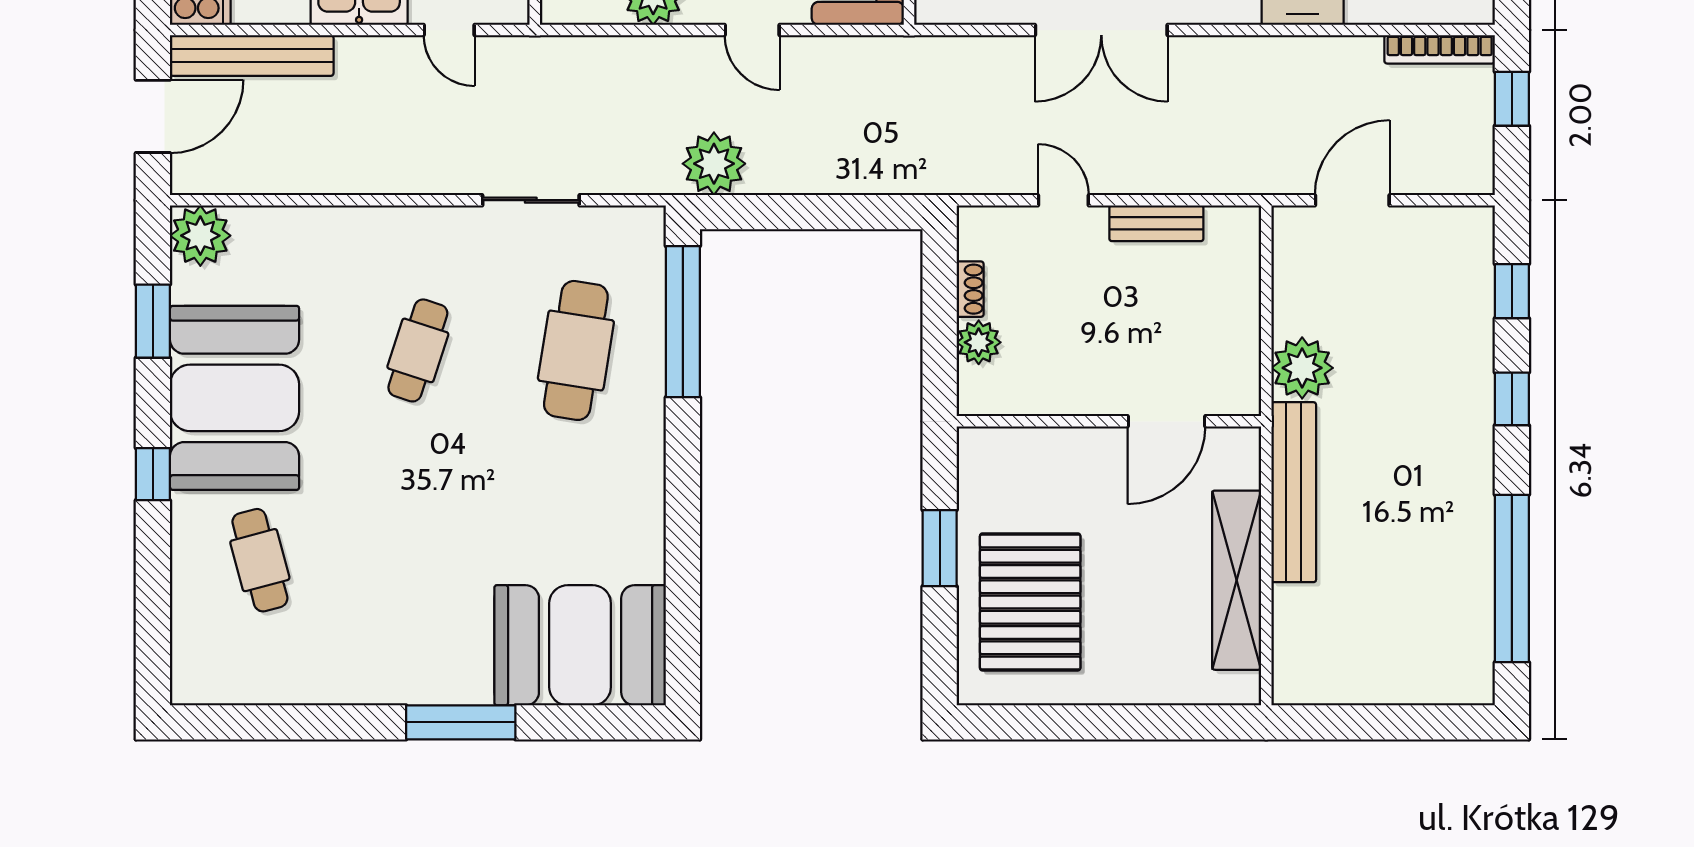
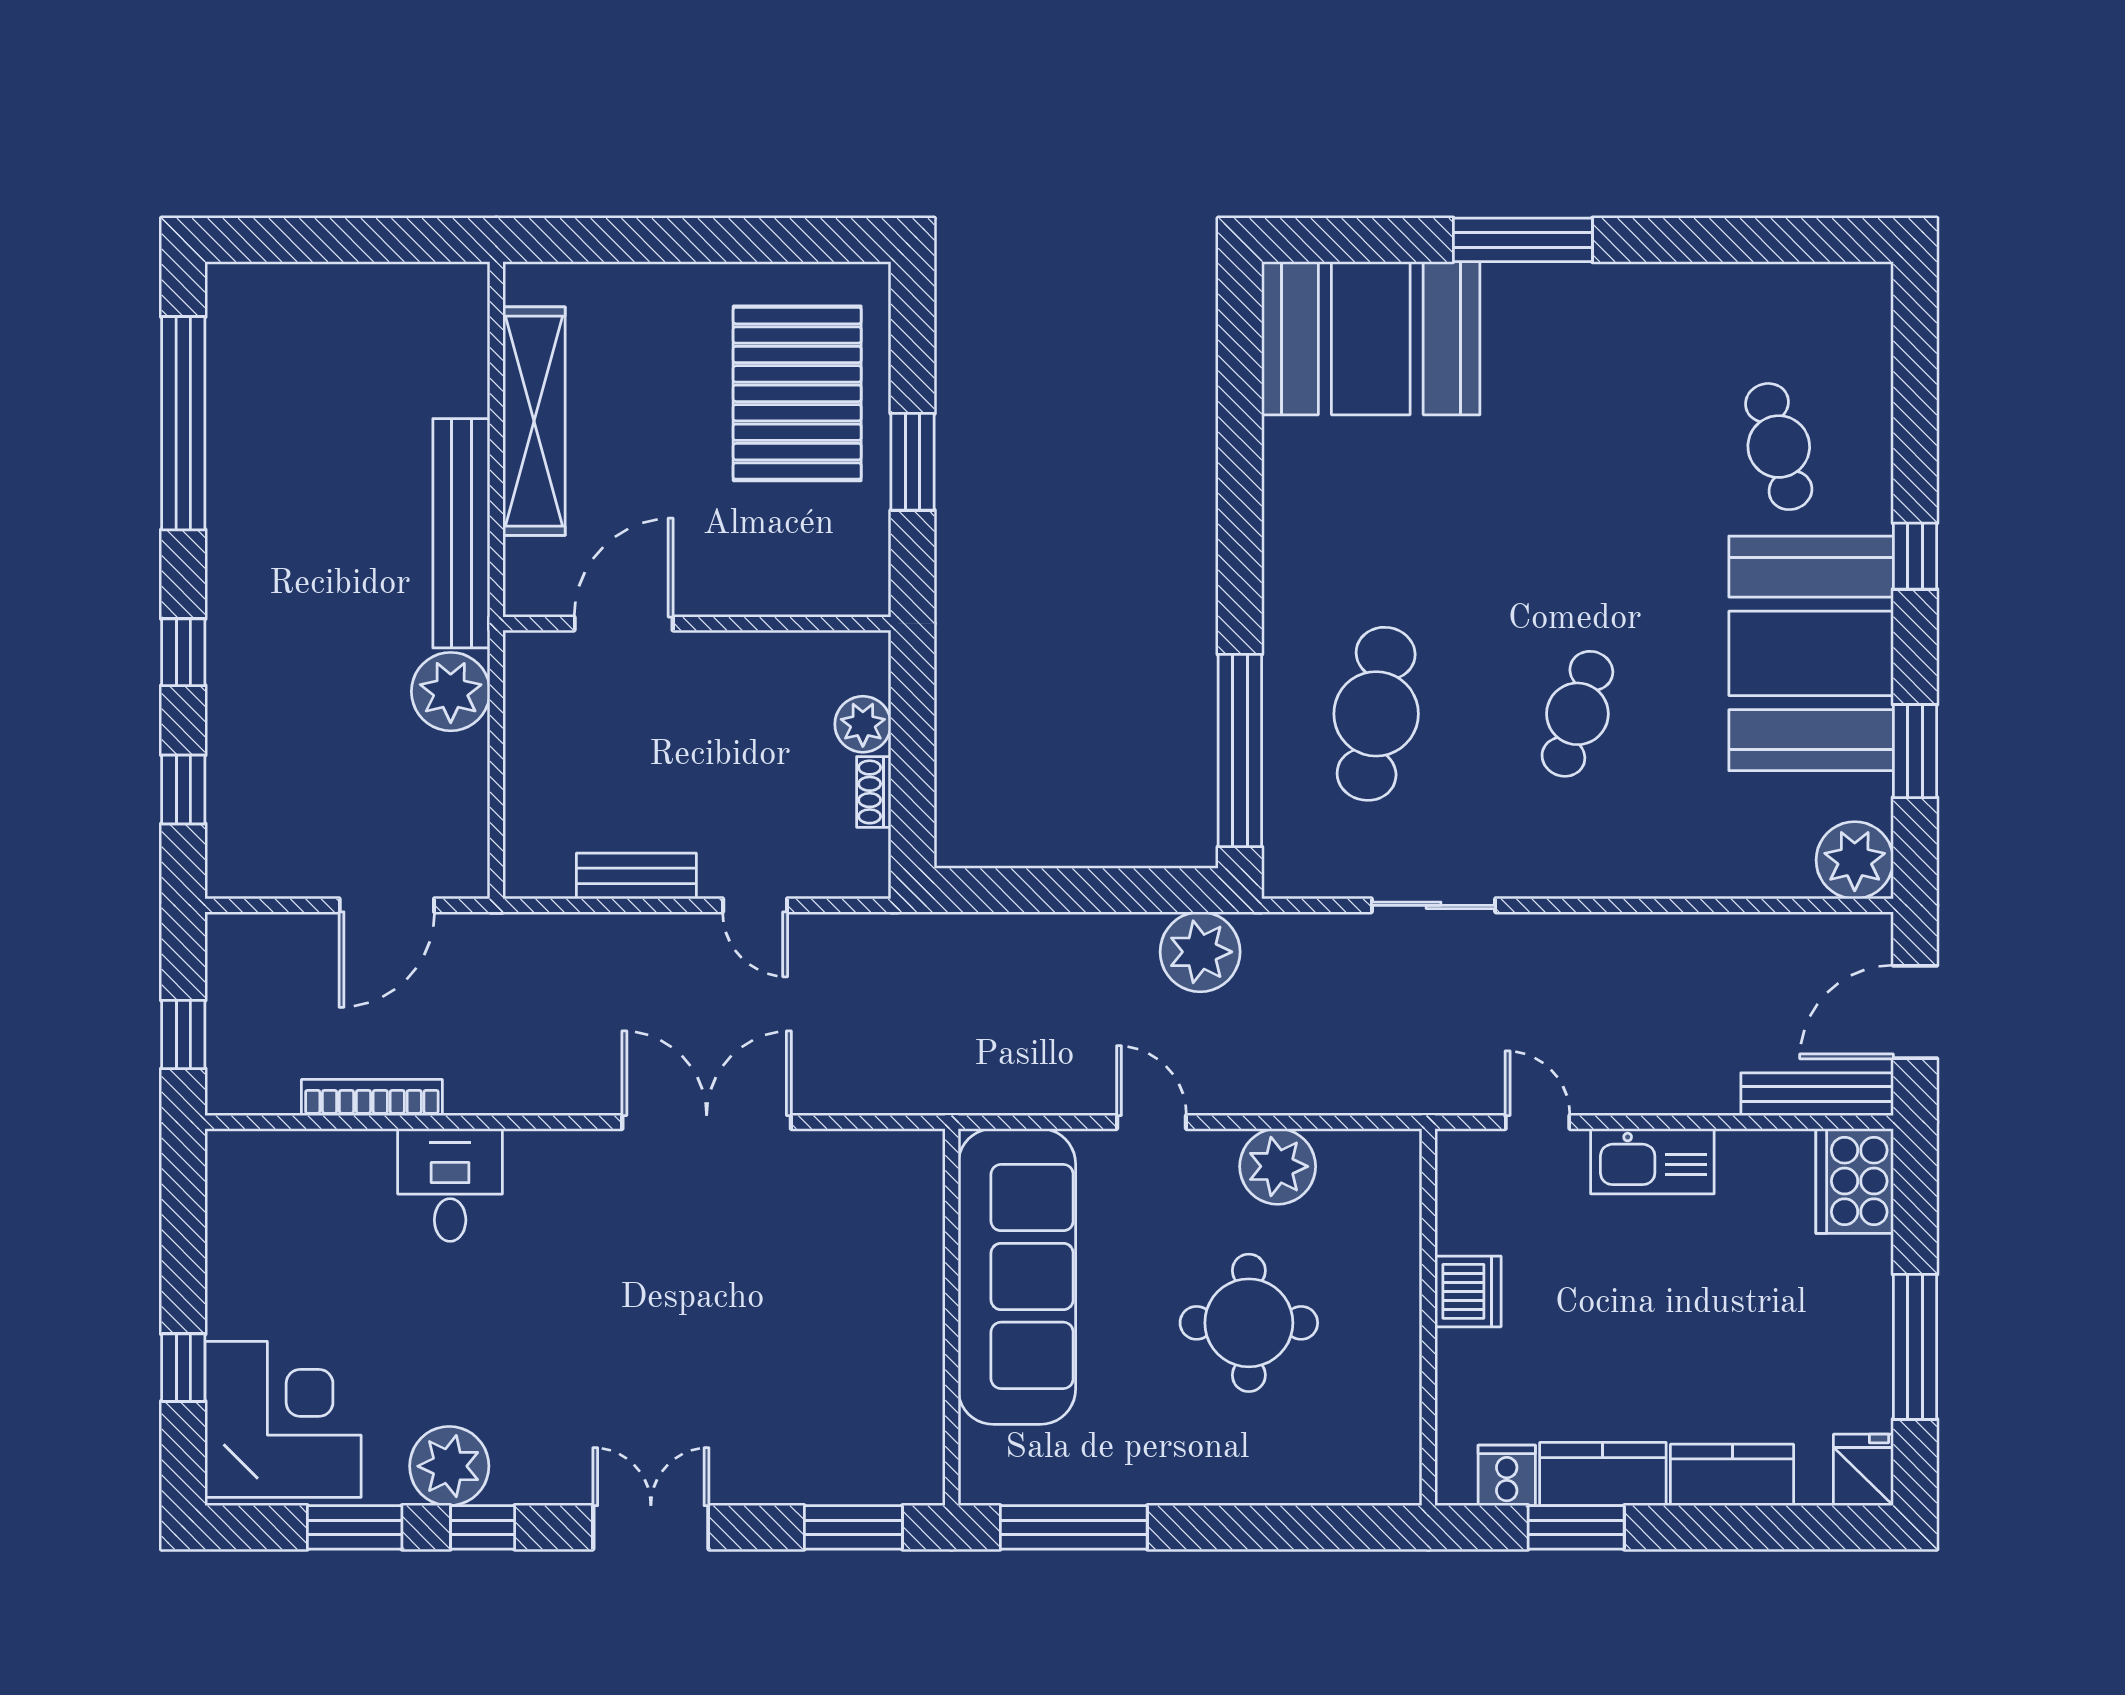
bookcase: (1440, 49) -> (372, 1097), moved
bench: (252, 56) -> (1817, 1094), width x0.73, depth x0.82

